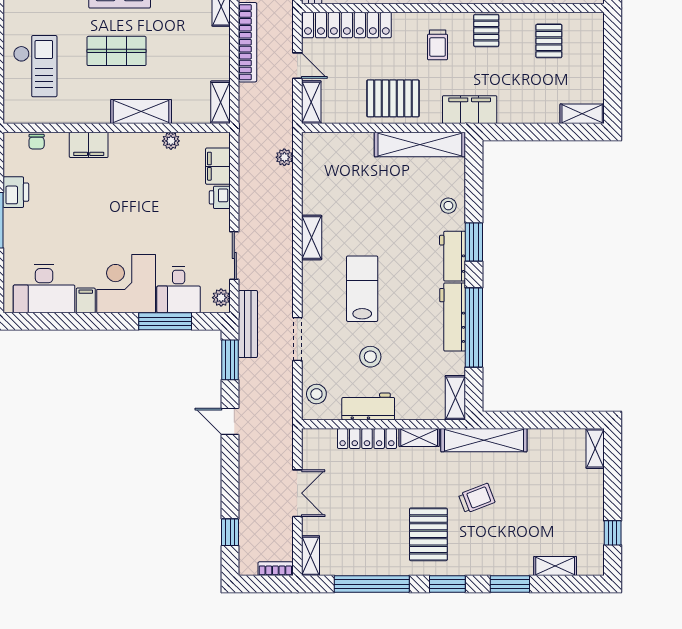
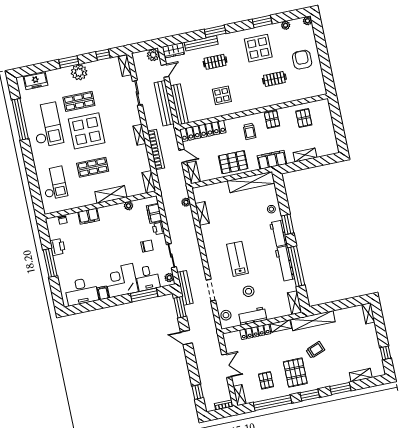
shelving: (582, 114) -> (305, 155), moved
chair: (190, 227) -> (147, 246), added
shelving: (312, 237) -> (202, 213), moved
pallet: (368, 538) -> (266, 380), added

